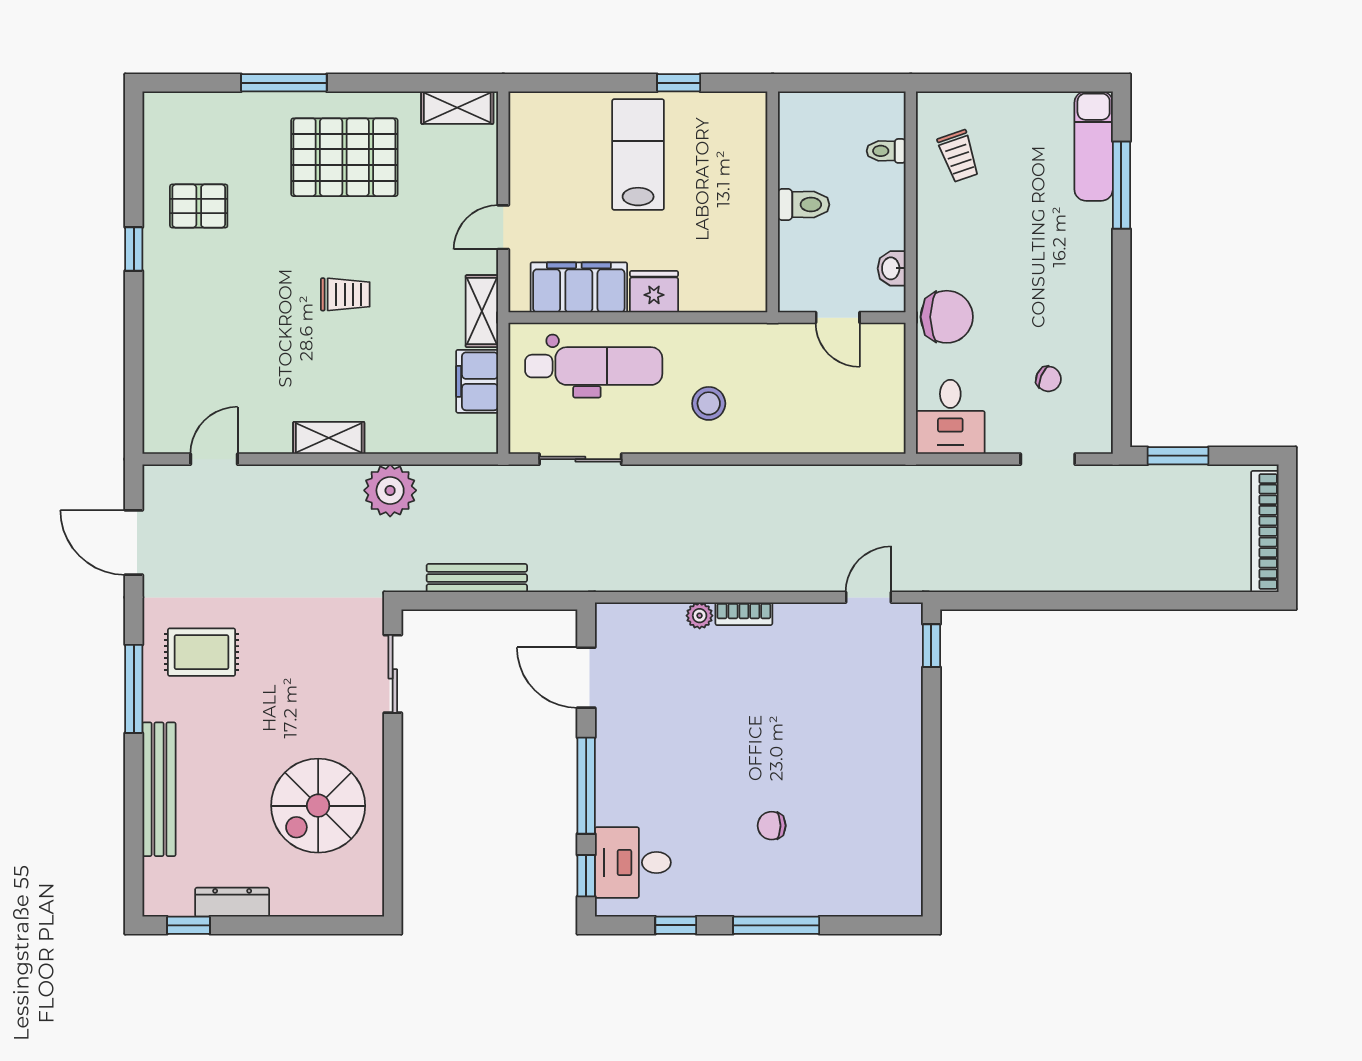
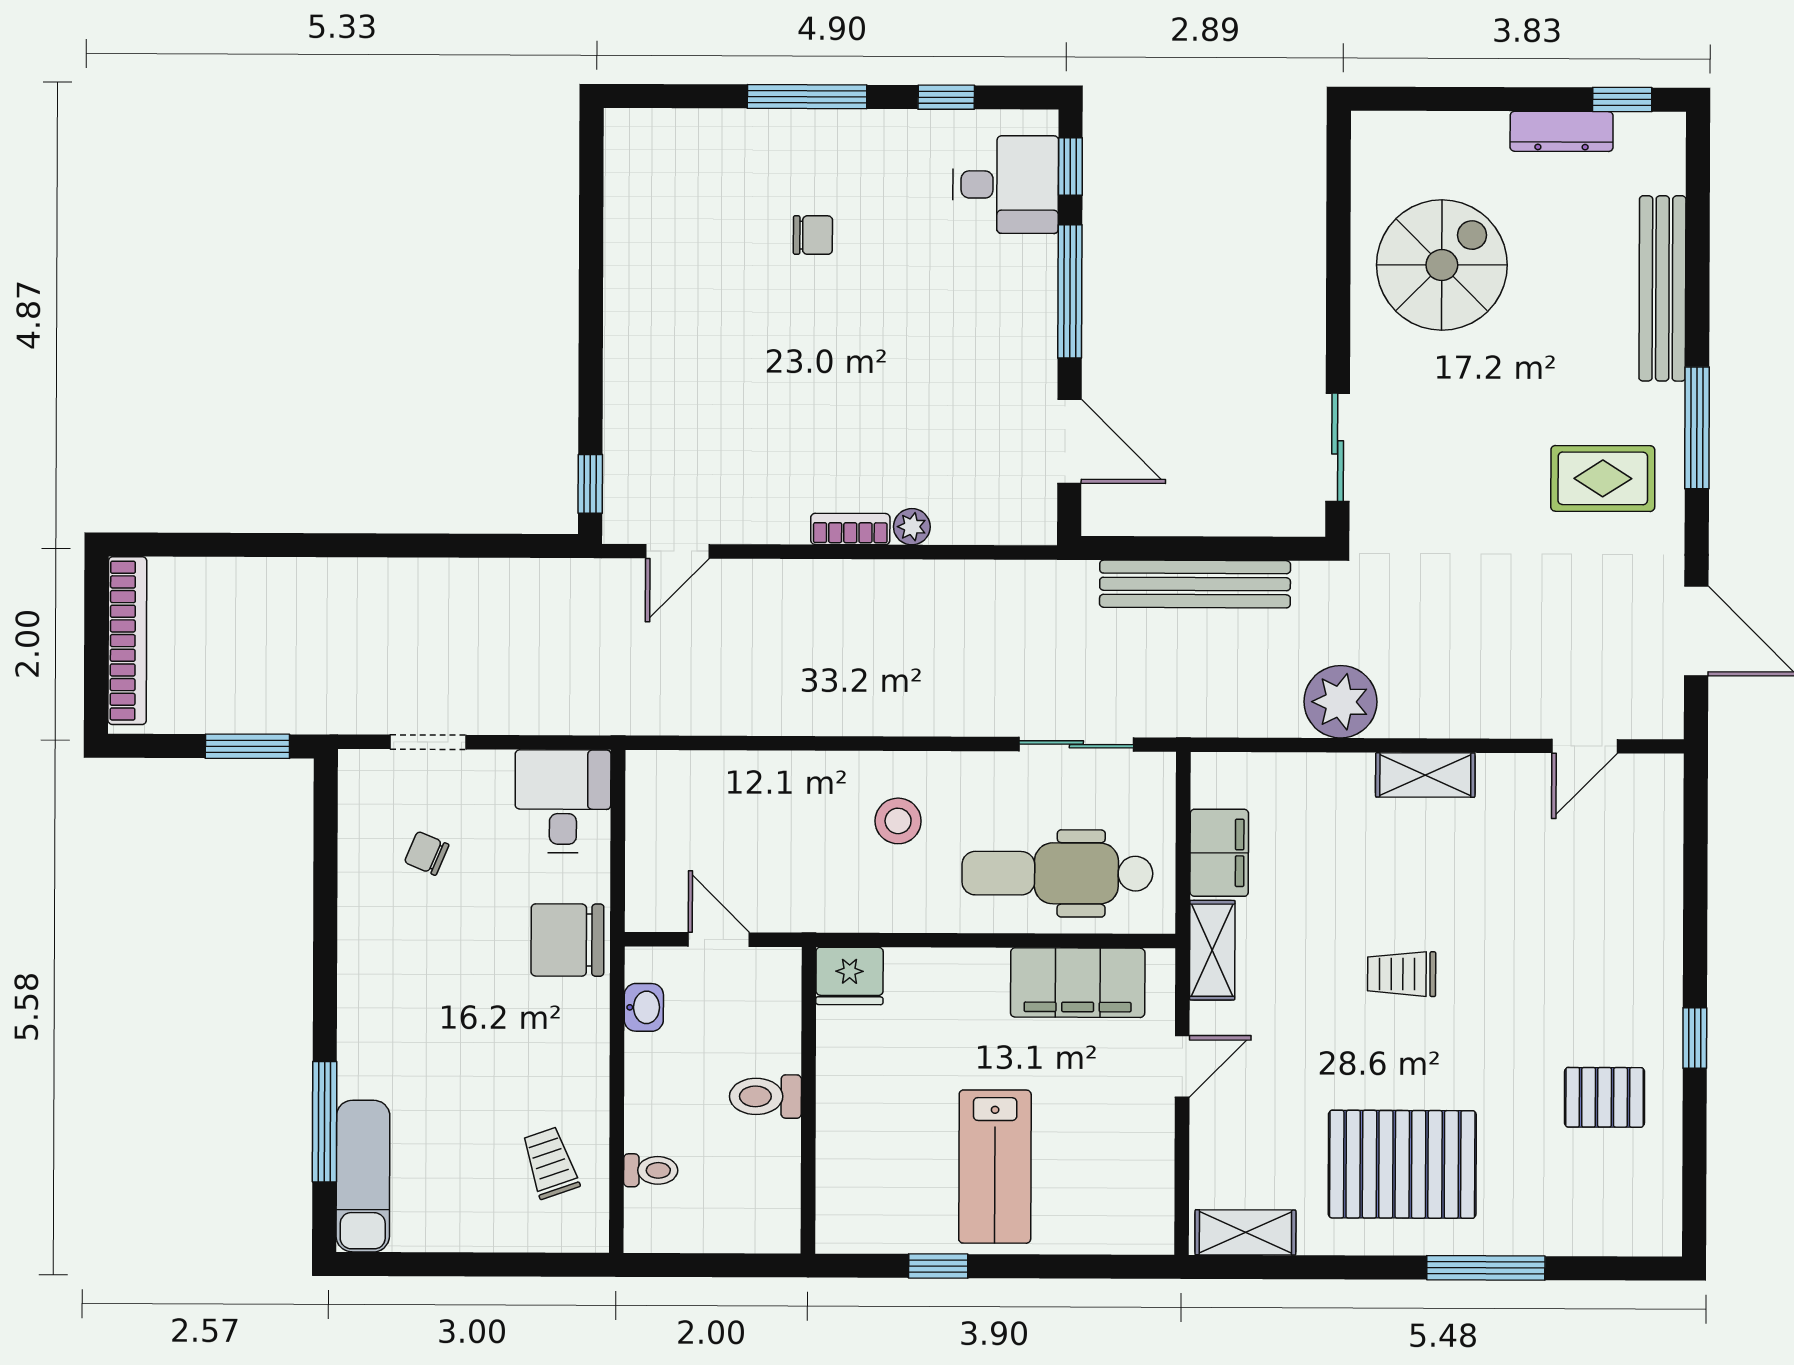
fridge: (654, 292) -> (850, 976), moved
bench: (477, 578) -> (1195, 584), width x1.37, depth x1.21

